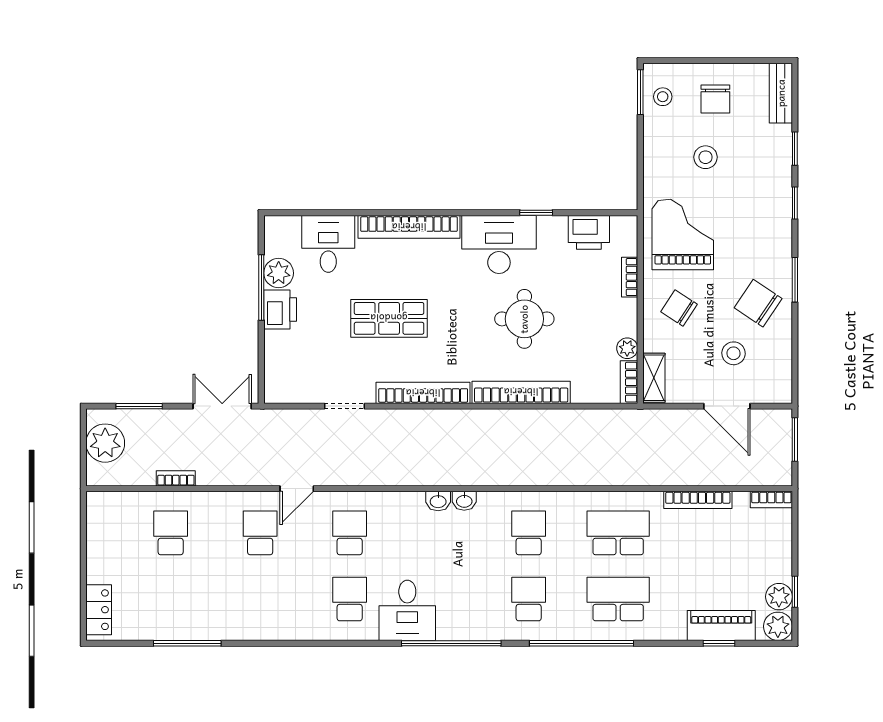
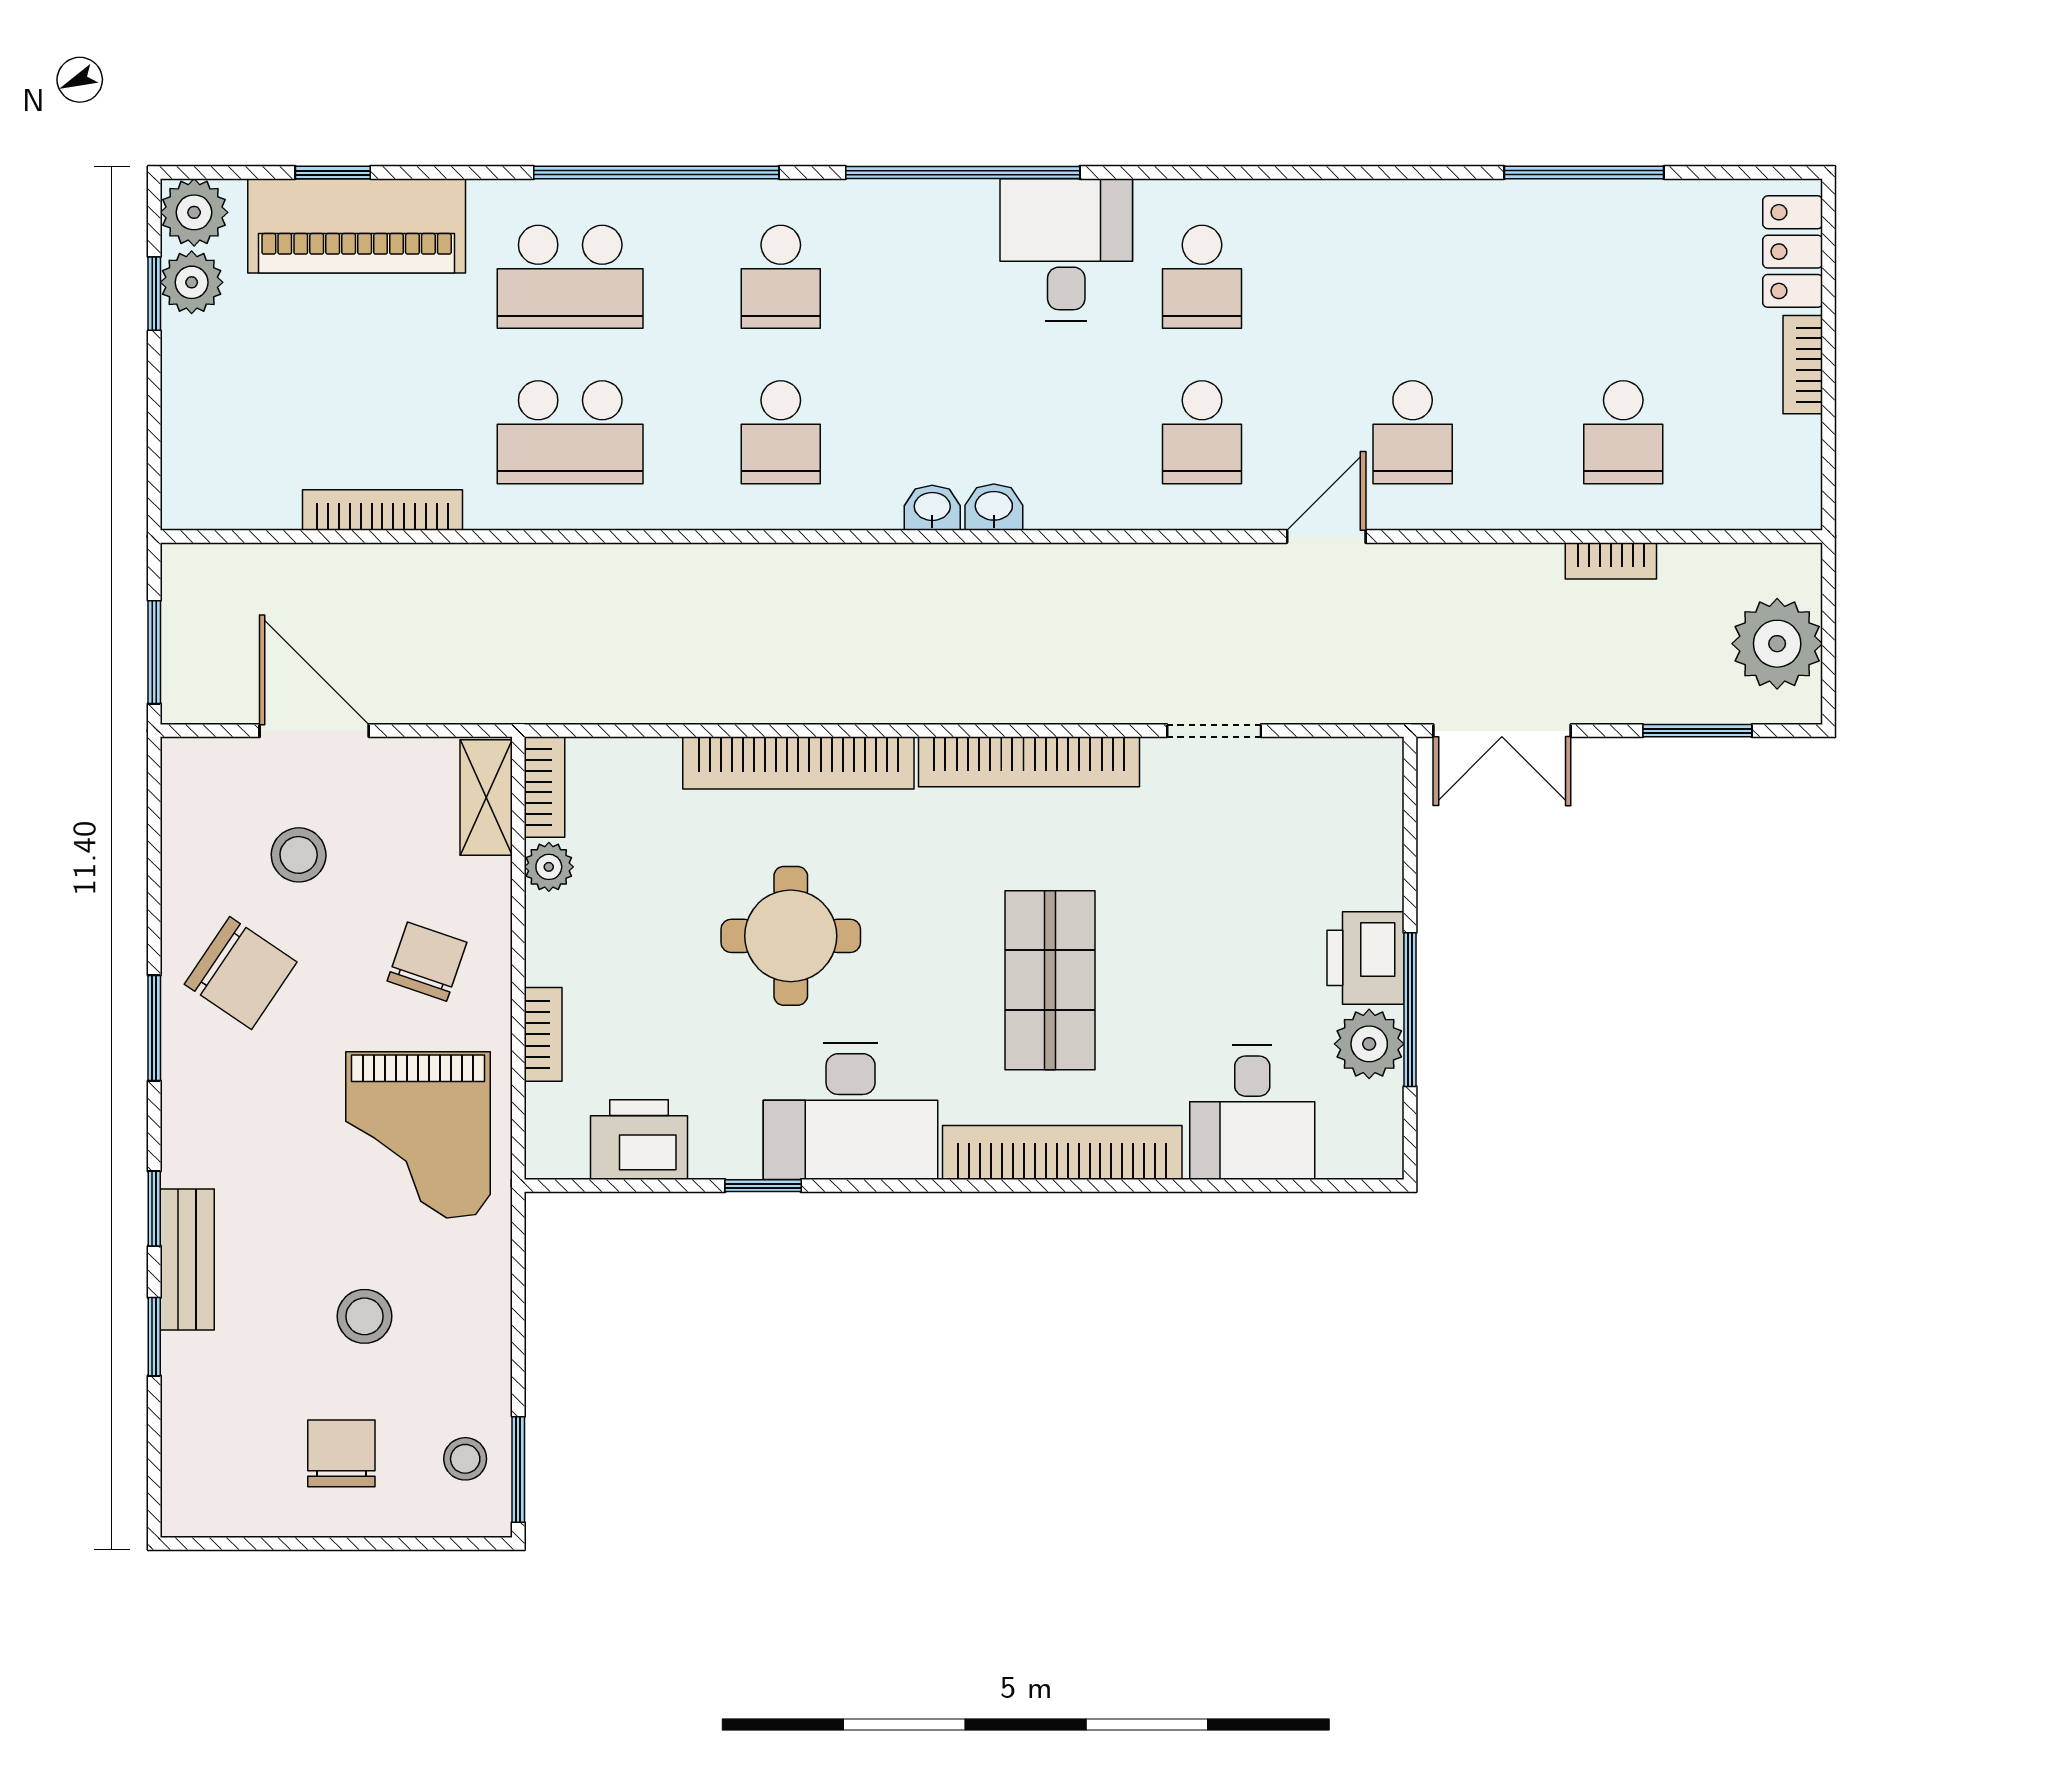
bench: (781, 93) -> (187, 1260), moved
chair: (679, 308) -> (427, 962), turned -104
shop shelf: (389, 318) -> (1050, 980), moved, turned 90
bookcase: (771, 500) -> (1803, 365), moved, turned -90
piano: (721, 626) -> (357, 226), width x1.37, depth x1.33

